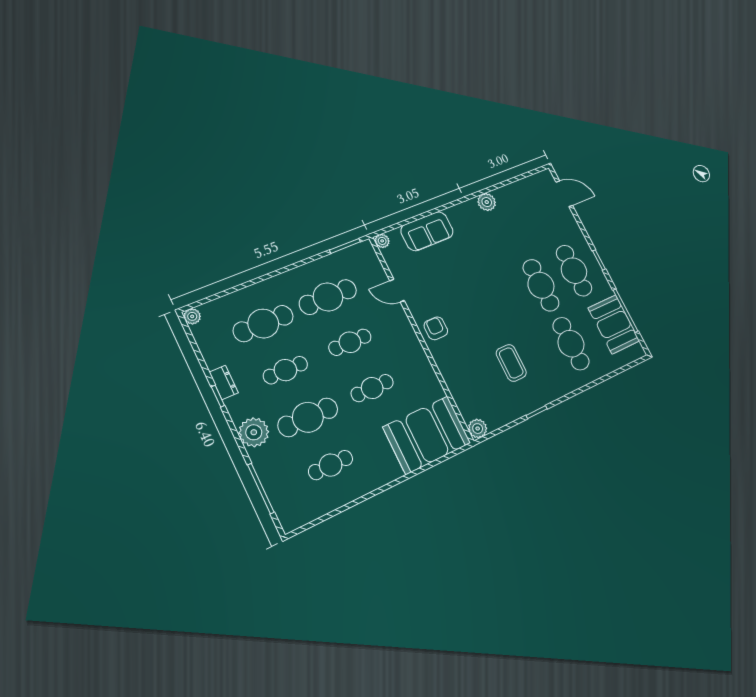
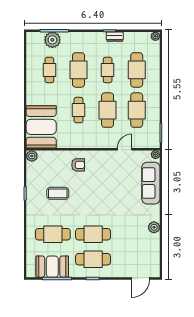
sofa: (427, 231) -> (151, 183), width x1.36
armchair: (436, 328) -> (78, 165), moved
cafe table: (350, 342) -> (108, 110), width x1.37, depth x1.35
plant: (254, 432) -> (52, 40), moved

